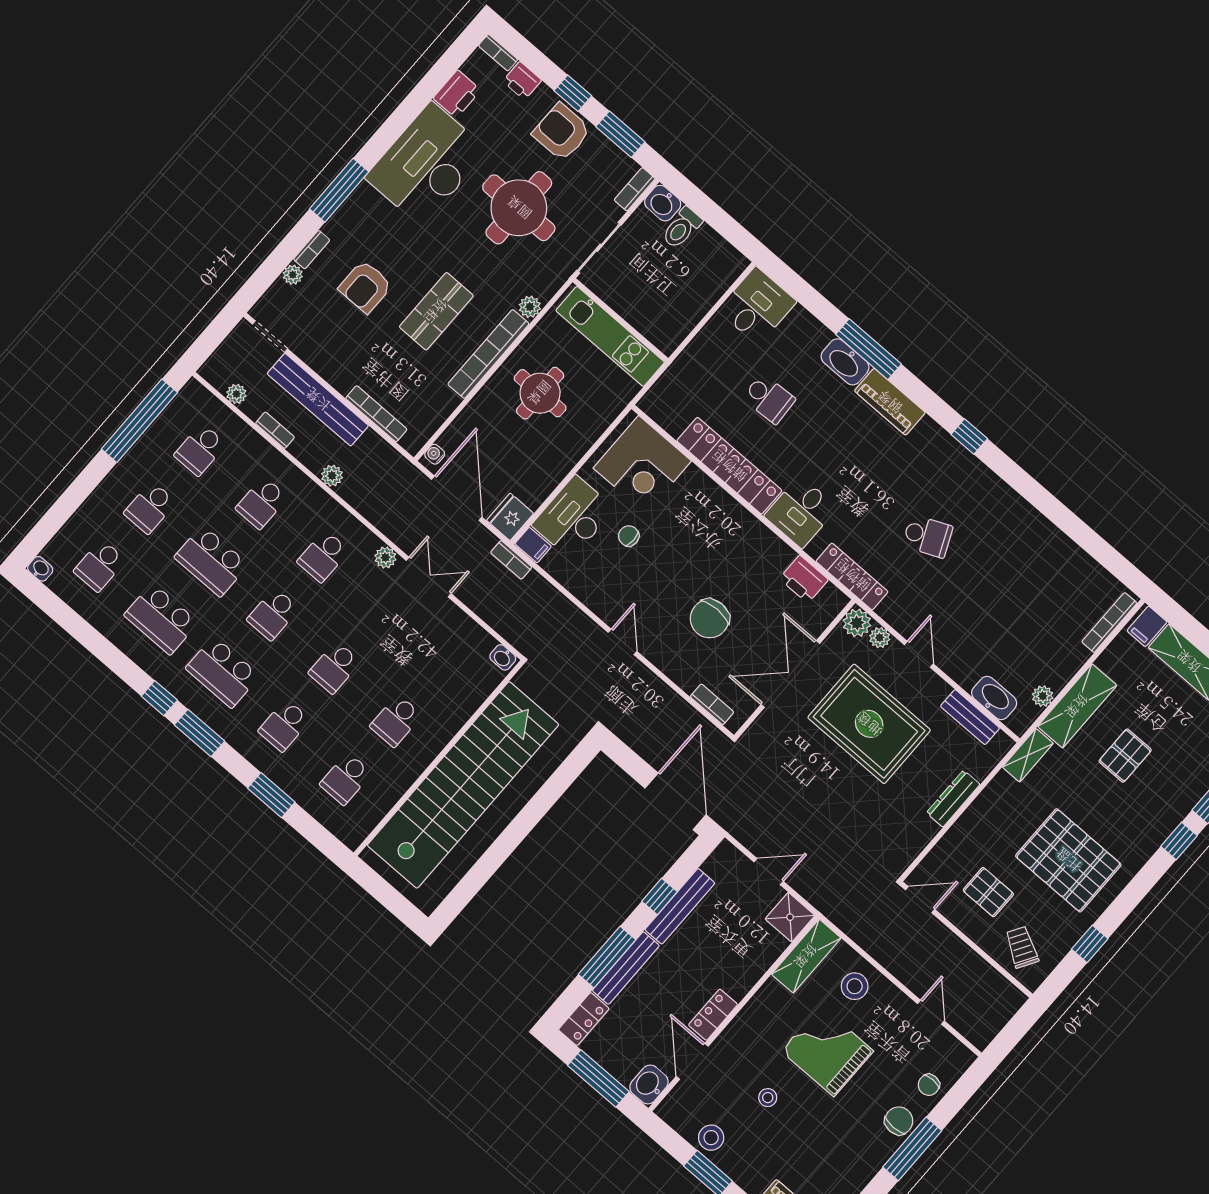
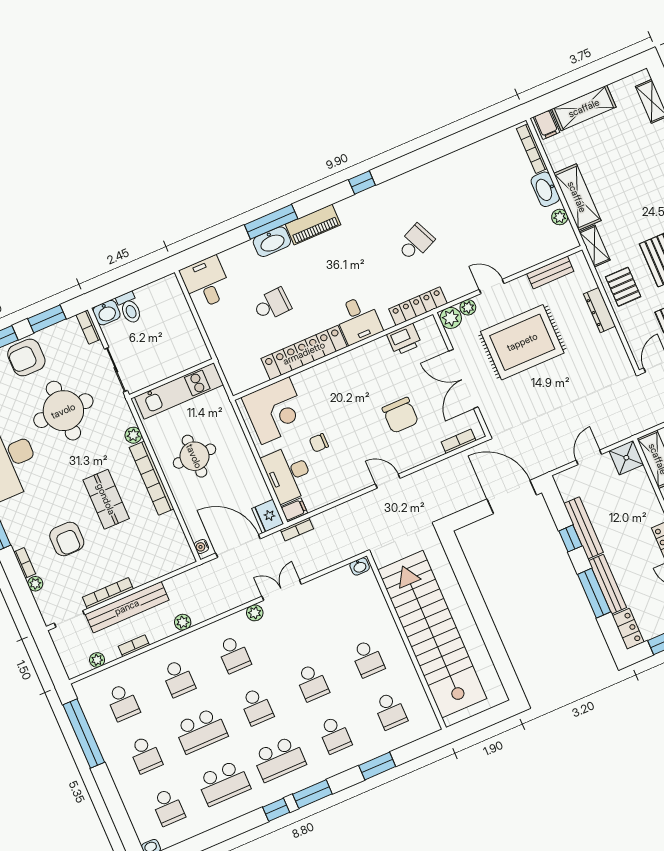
bookcase: (376, 414) -> (108, 593), moved
washbasin: (994, 698) -> (545, 189), moved, turned -90
pallet: (1125, 756) -> (623, 287), moved

